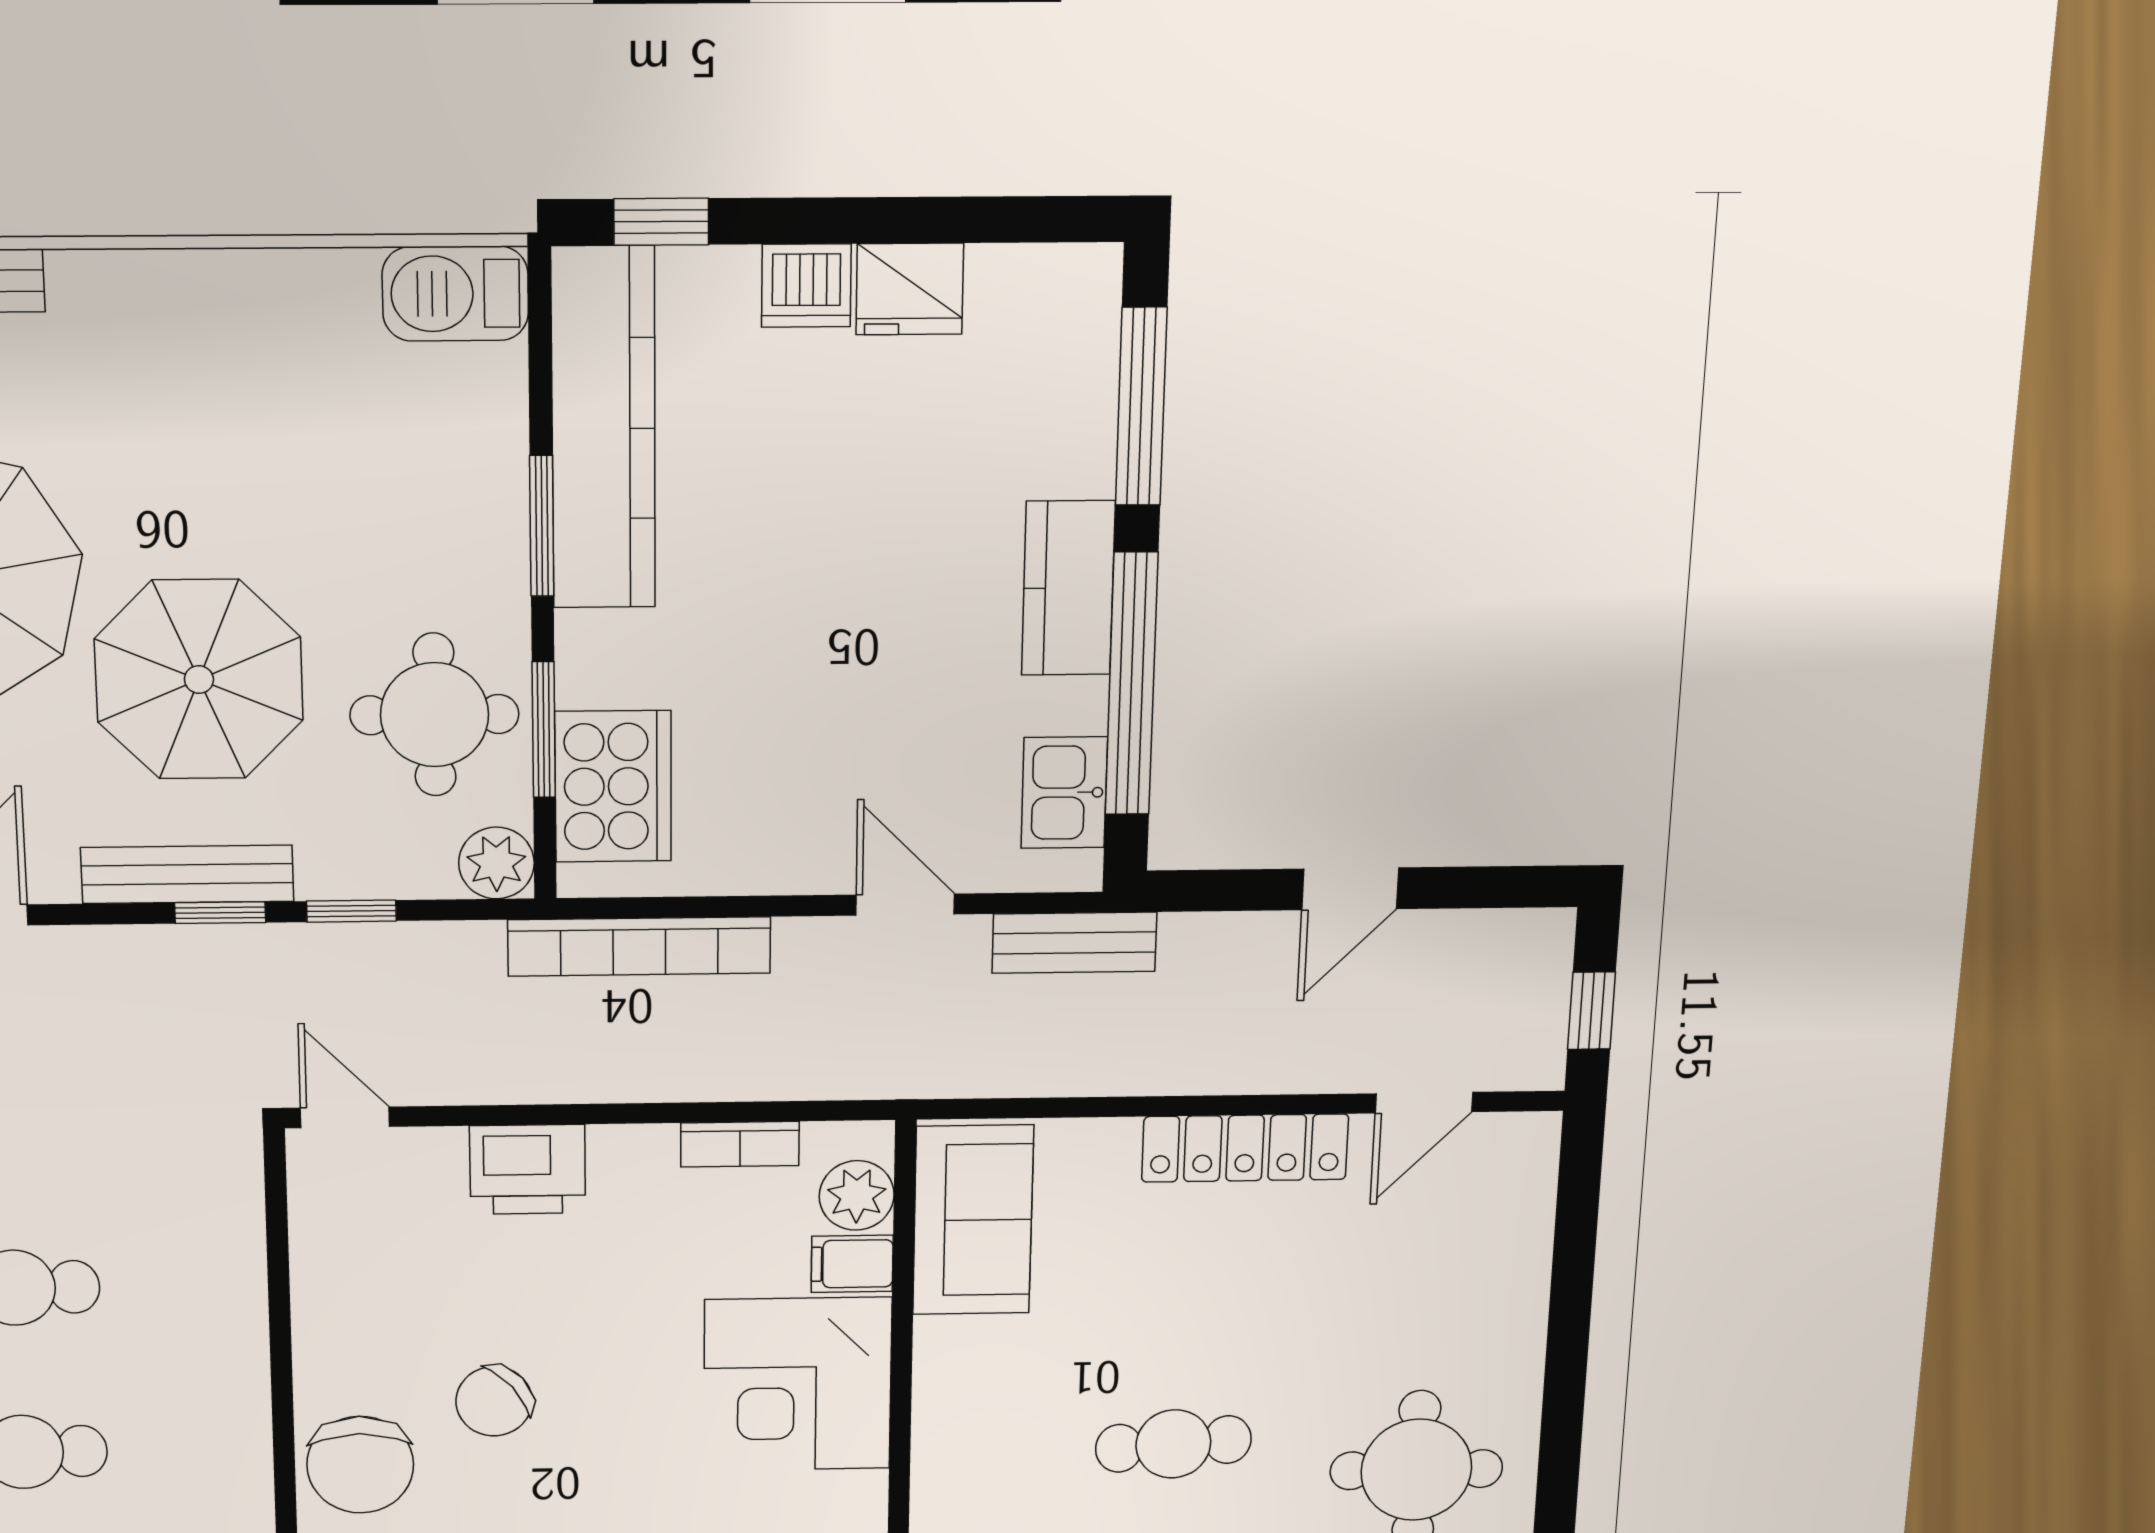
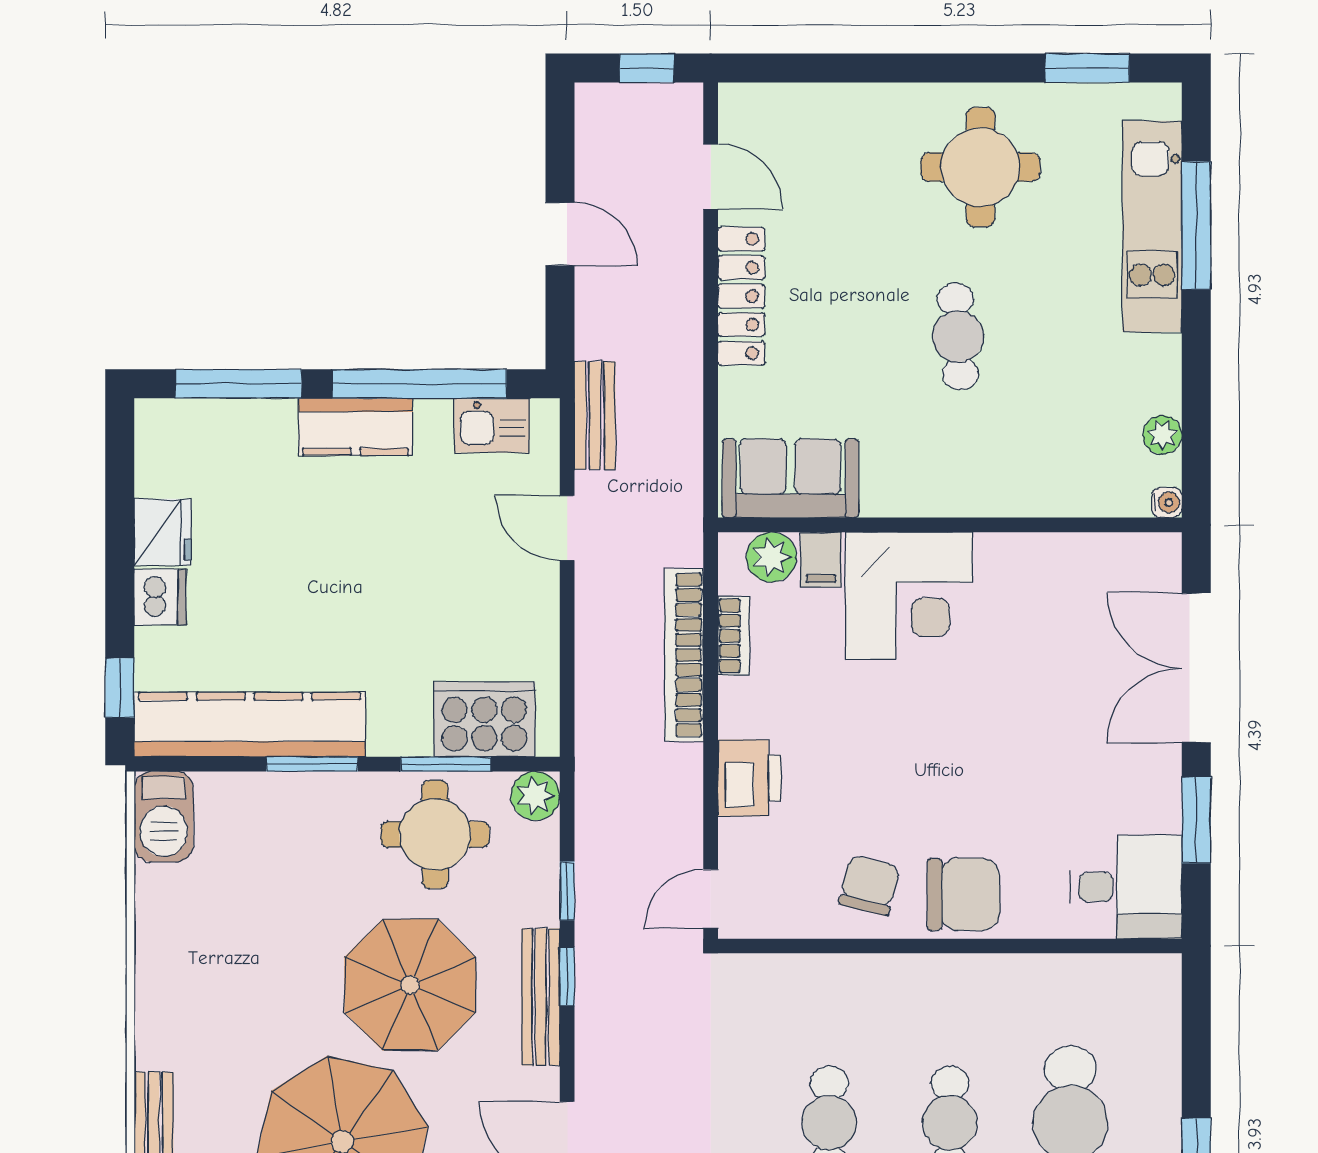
door: (905, 905) -> (567, 528), hinge flipped
bookcase: (639, 946) -> (684, 655), moved, turned 180
chair: (494, 1401) -> (869, 885), moved, turned -126

